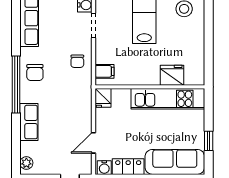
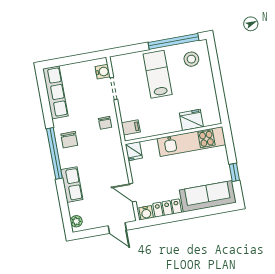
door: (94, 143) -> (133, 193), hinge flipped

